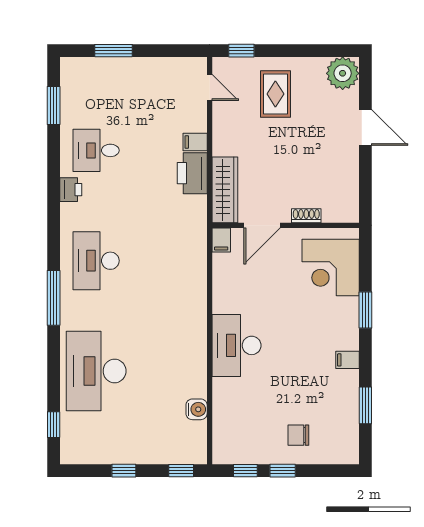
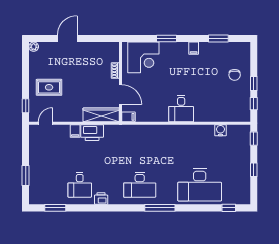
plant: (343, 73) -> (34, 47), width x0.53, depth x0.53
desk: (236, 345) -> (181, 109), width x0.73

